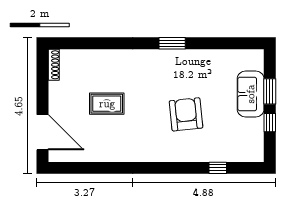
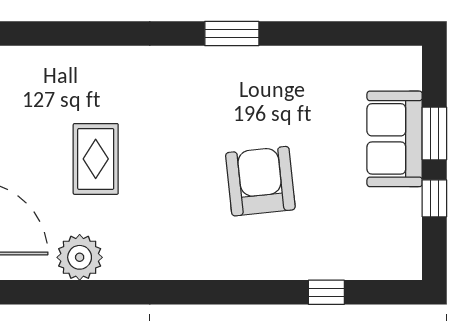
rug: (107, 104) -> (96, 159), turned 90
plant: (99, 151) -> (80, 257), added

